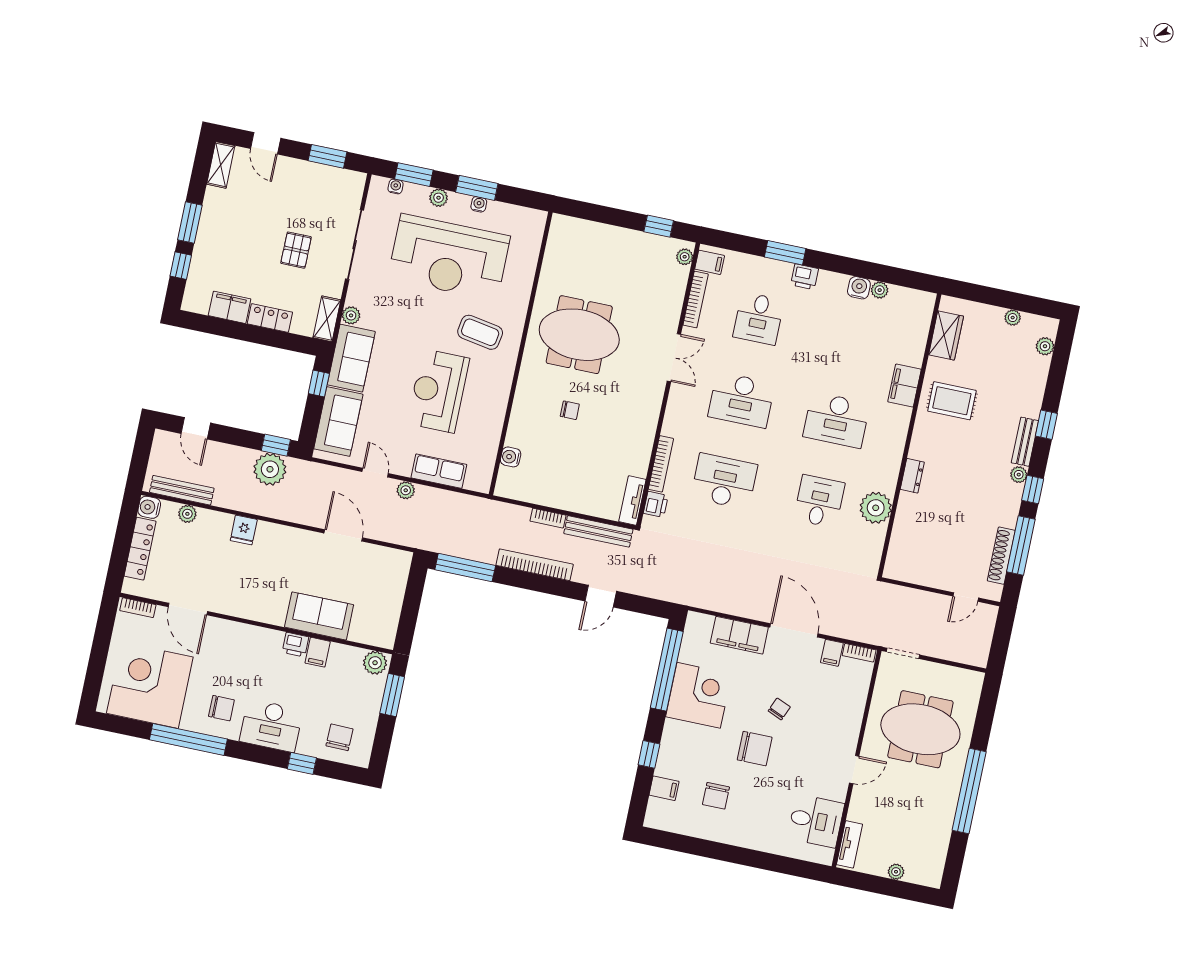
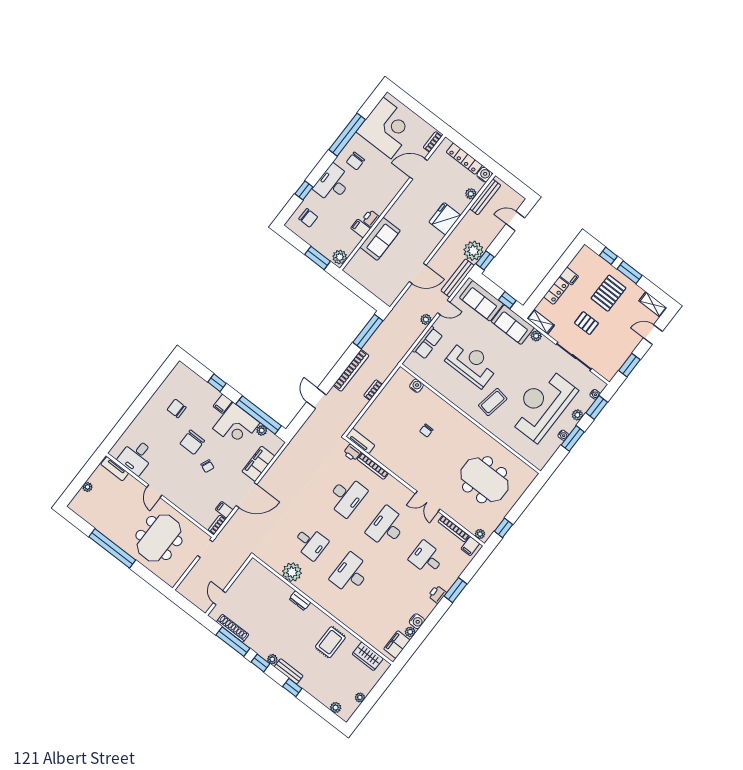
pallet: (236, 239) -> (608, 293), added
filing cabinet: (230, 307) -> (569, 276), width x0.50
meeting table: (579, 335) -> (485, 480), moved, turned 90
filing cabinet: (904, 386) -> (397, 644), moved, turned -90
fridge: (244, 530) -> (445, 219), width x1.88, depth x1.34
bench: (598, 531) -> (458, 278), moved
plant: (688, 654) -> (262, 430), added
filing cabinet: (664, 788) -> (223, 404), moved

